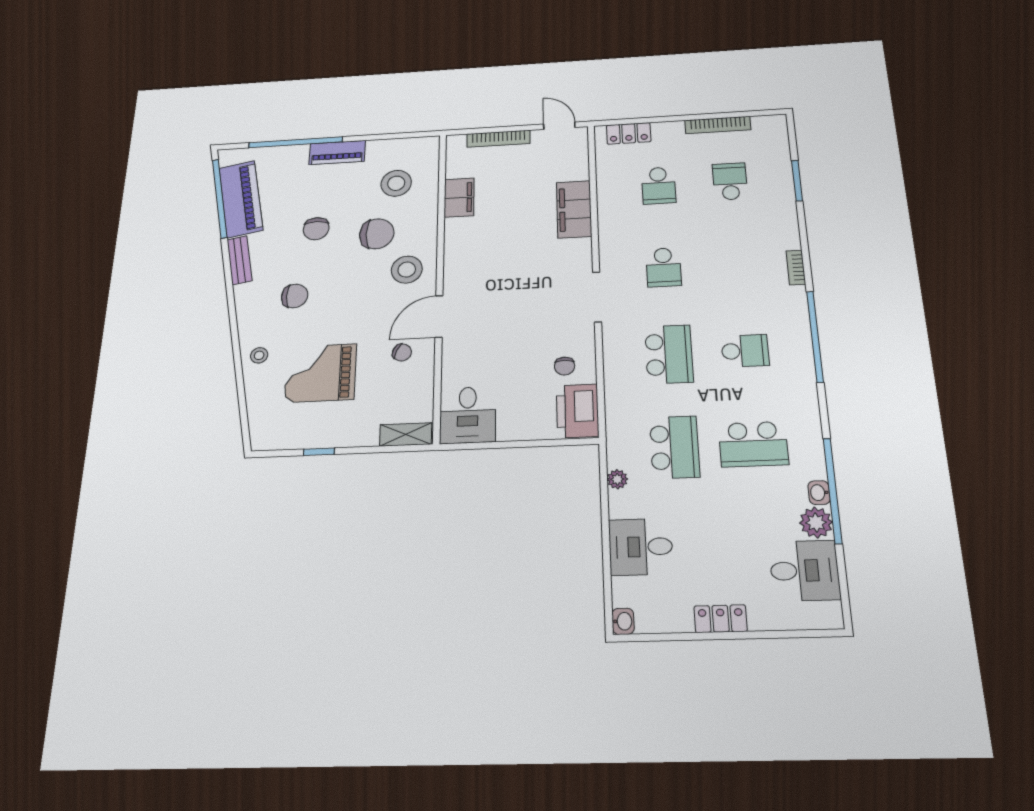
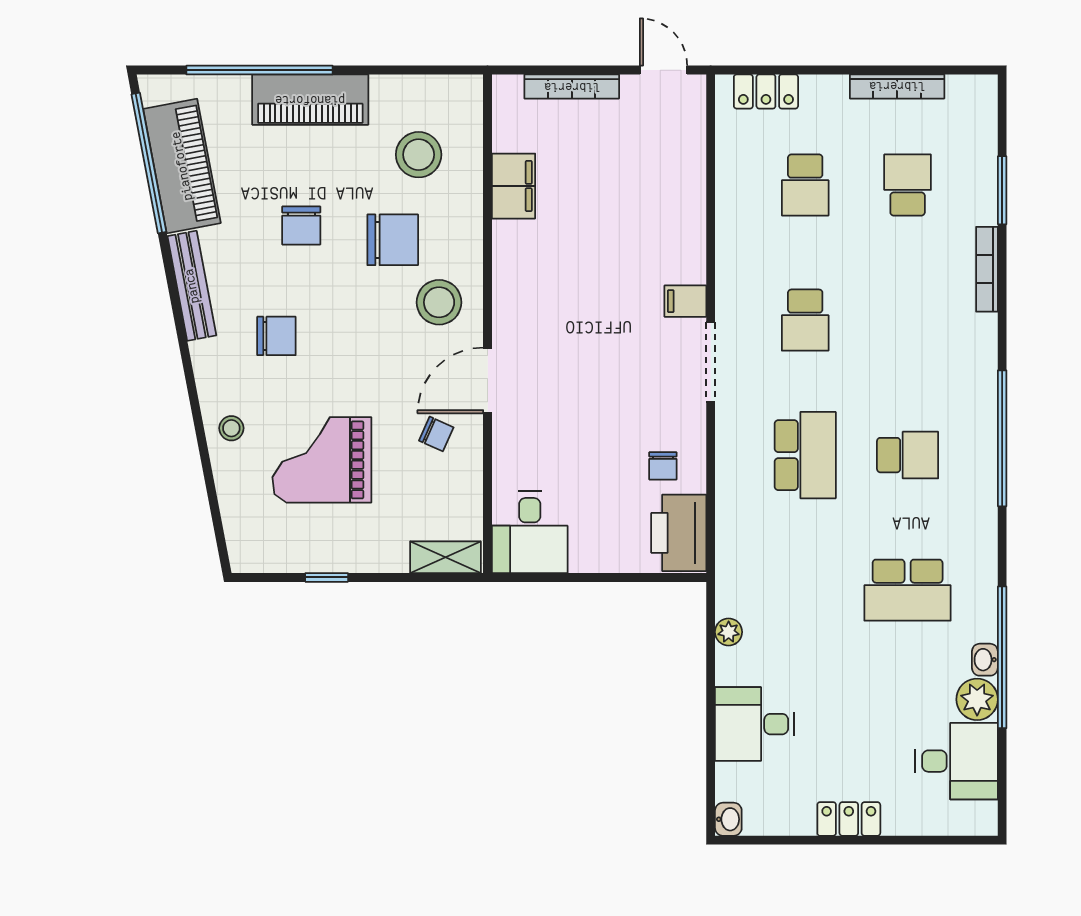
piano: (337, 152) -> (310, 100), width x1.37, depth x1.33
filing cabinet: (574, 209) -> (685, 301), moved, width x0.33, depth x0.86
bench: (239, 260) -> (192, 286), width x1.36
bookcase: (796, 268) -> (987, 269), moved, width x1.56
school desk: (675, 447) -> (805, 590), removed

